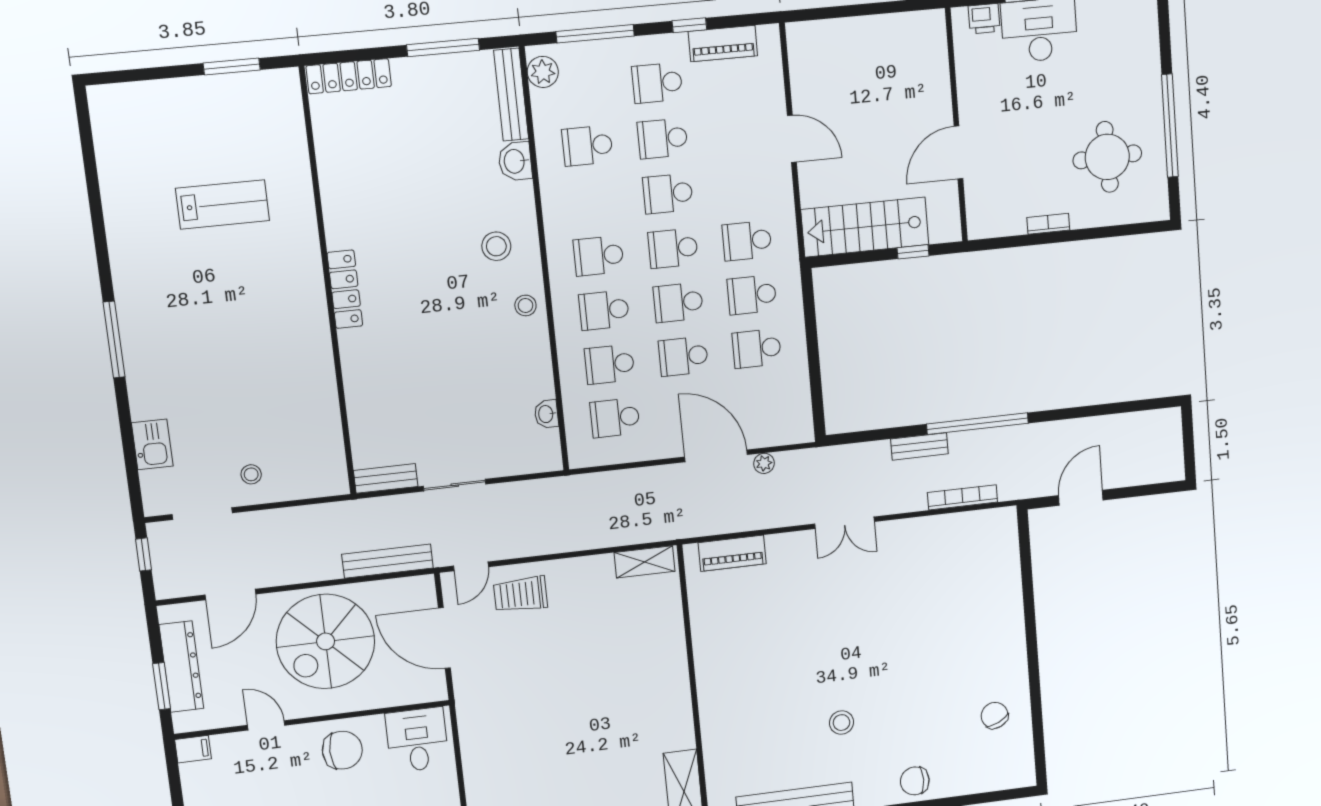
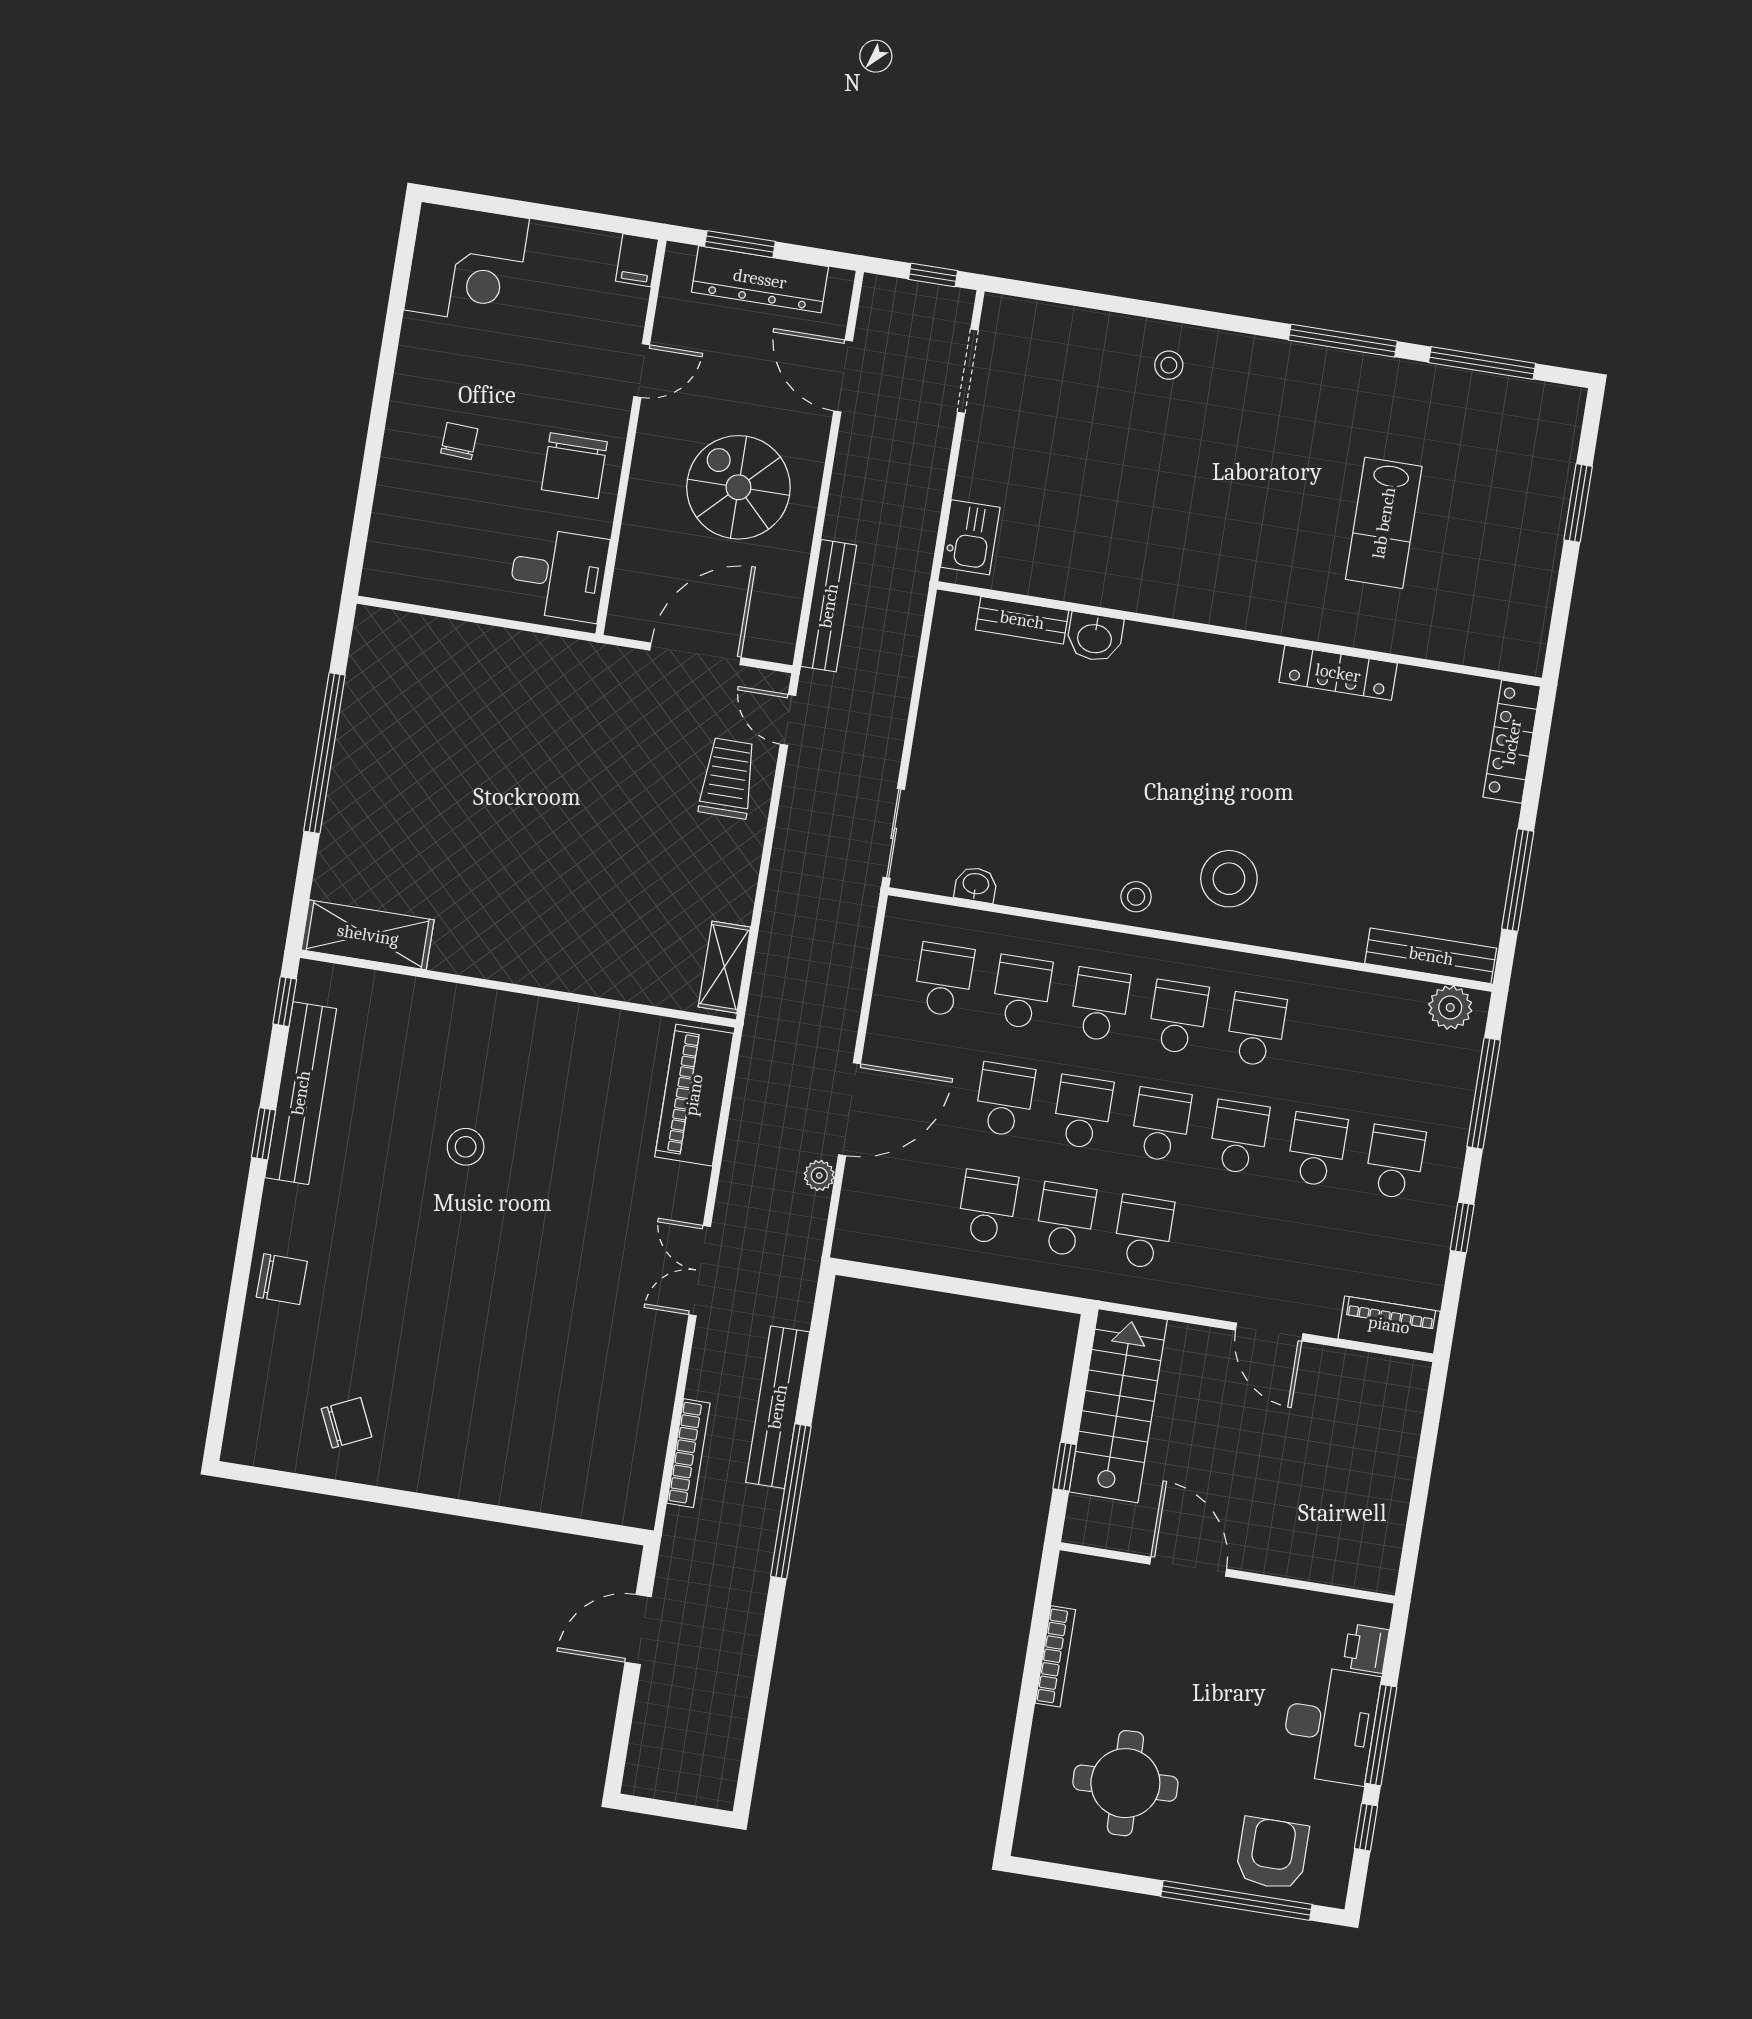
piano: (723, 44) -> (1389, 1325), moved, turned 90
armchair: (1131, 47) -> (1272, 1853), added
window: (232, 66) -> (1578, 503), moved
window: (1170, 126) -> (1236, 1900), moved
door: (792, 139) -> (1269, 1332), hinge flipped
school desk: (587, 146) -> (1256, 1030), moved
washbasin: (515, 161) -> (1095, 637), moved, turned 180
window: (90, 165) -> (1482, 363), added
bookcase: (1048, 224) -> (1055, 1656), width x1.56
stool: (496, 246) -> (1229, 879), width x1.38, depth x1.38
locker: (345, 289) -> (1338, 673), moved
window: (114, 340) -> (1343, 341), moved
kitchen sink: (152, 444) -> (970, 537), moved, turned -90
bench: (919, 446) -> (778, 1407), width x1.86, depth x1.21
stool: (251, 474) -> (1169, 365), moved
bench: (386, 478) -> (1022, 620), moved, turned 90
sliding door: (455, 485) -> (894, 833), moved
door: (1081, 498) -> (638, 1629), swing flipped
piano: (732, 553) -> (694, 1095), width x1.37, depth x1.33
spiral stairs: (326, 641) -> (738, 487), width x0.73, depth x0.73
stool: (842, 723) -> (466, 1147), moved
chair: (915, 781) -> (282, 1279), turned 91

